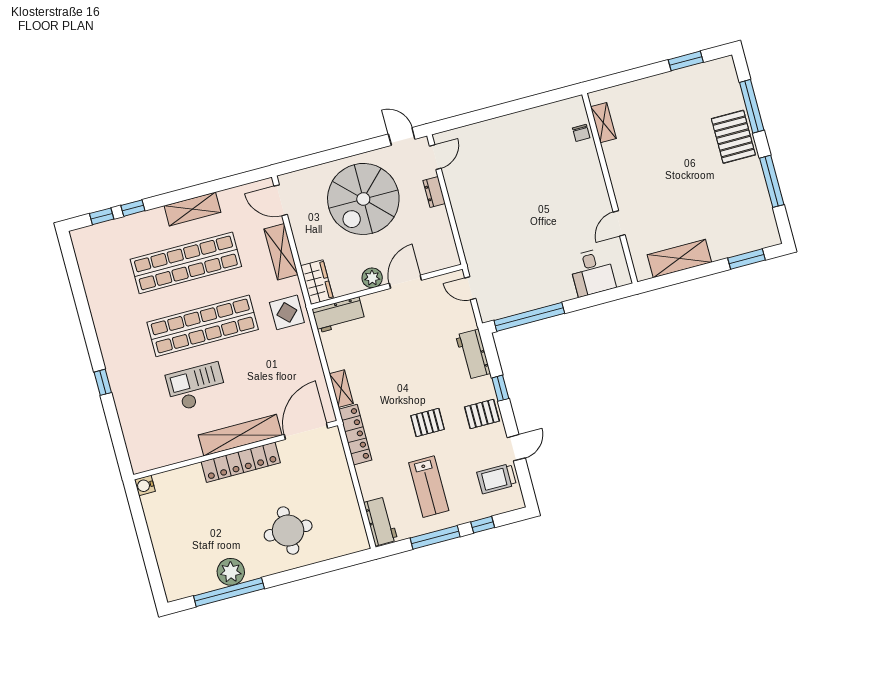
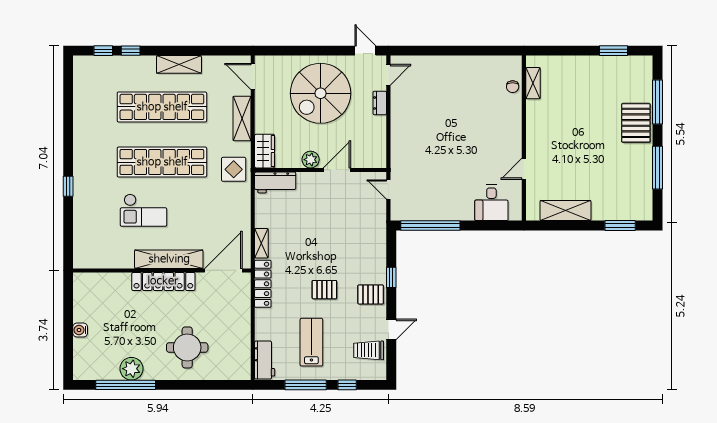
workbench: (473, 354) -> (376, 244), removed
checkout: (196, 387) -> (144, 210), turned 180
water cooler: (145, 485) -> (80, 330), moved
lab bench: (429, 487) -> (311, 342), turned 180

